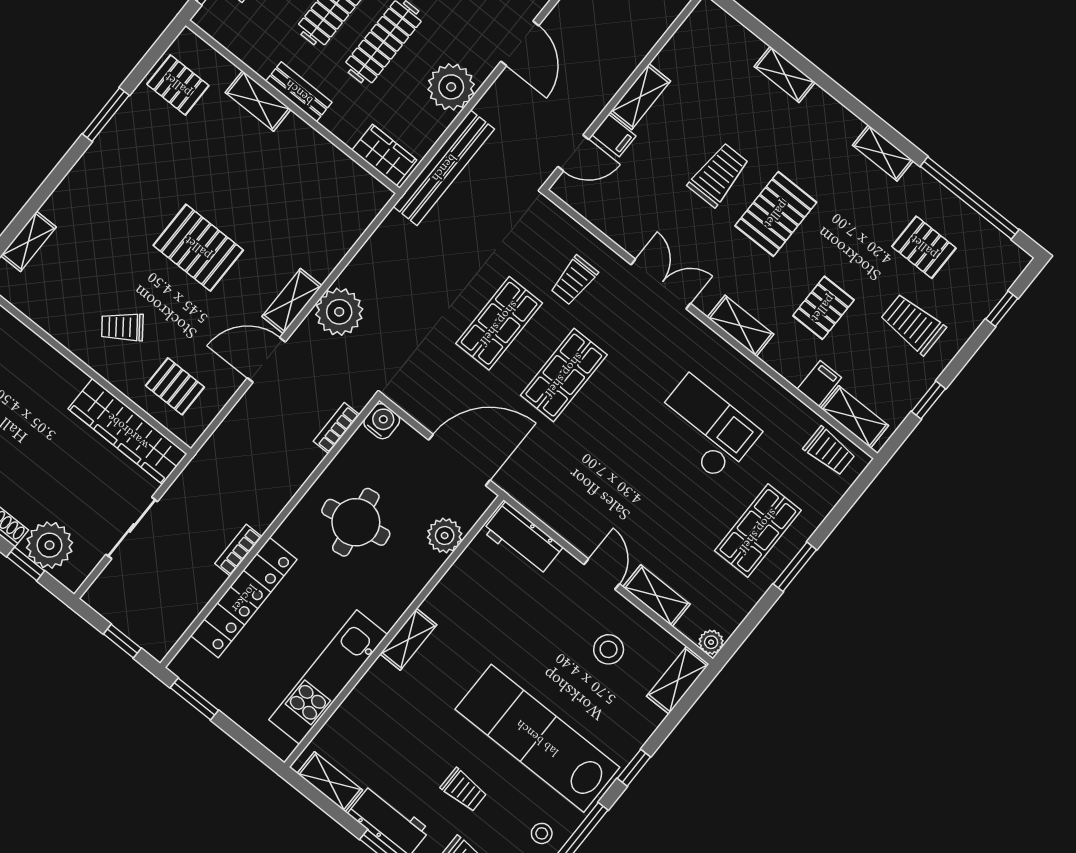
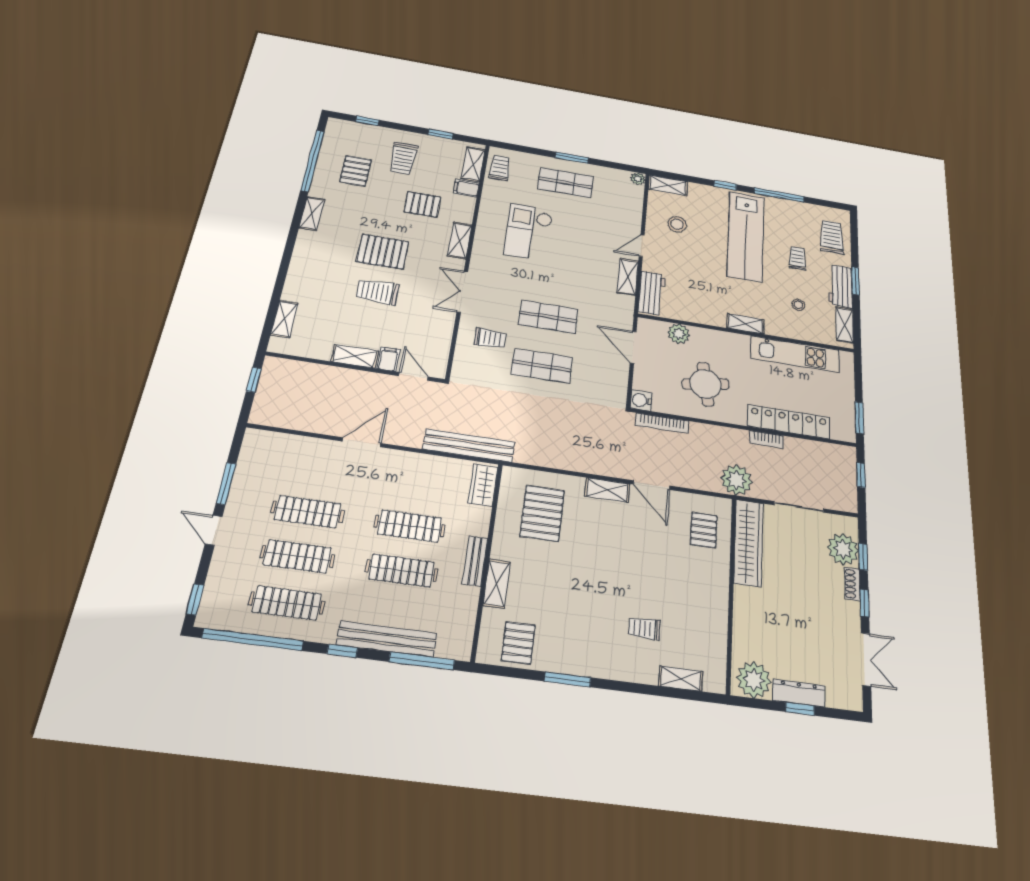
shelving: (785, 74) -> (284, 319), moved
plant: (451, 87) -> (415, 468), removed
pallet: (198, 248) -> (542, 513), moved
plant: (339, 312) -> (736, 480), moved
trolley: (122, 327) -> (644, 628), moved, turned 127
bookcase: (336, 428) -> (662, 423), width x1.56
door: (459, 460) -> (633, 347), width x0.73
shelving: (656, 596) -> (628, 277), moved
stool: (542, 833) -> (798, 305), moved

